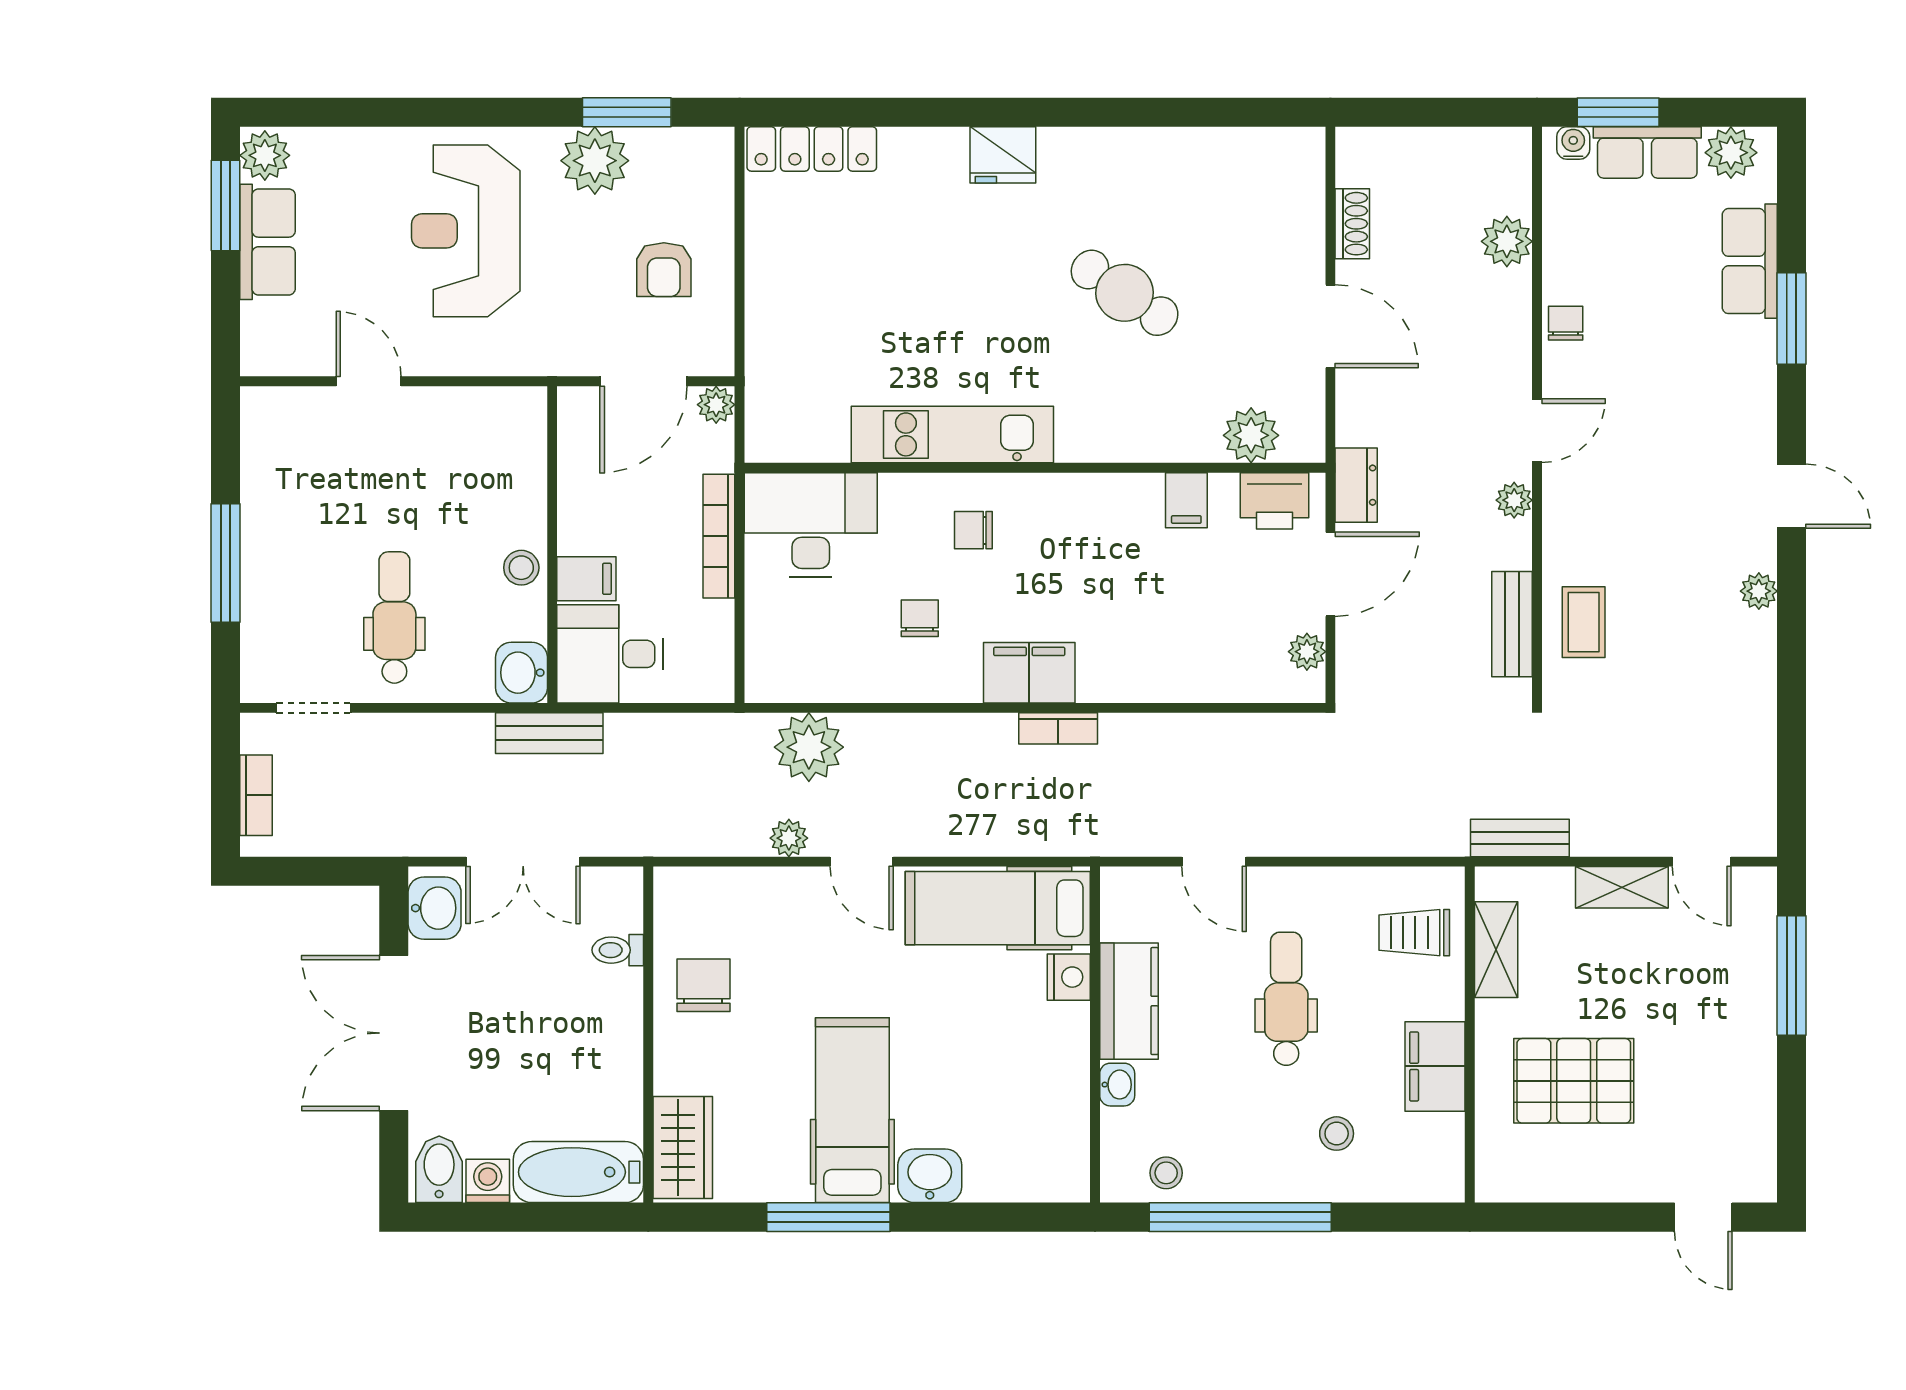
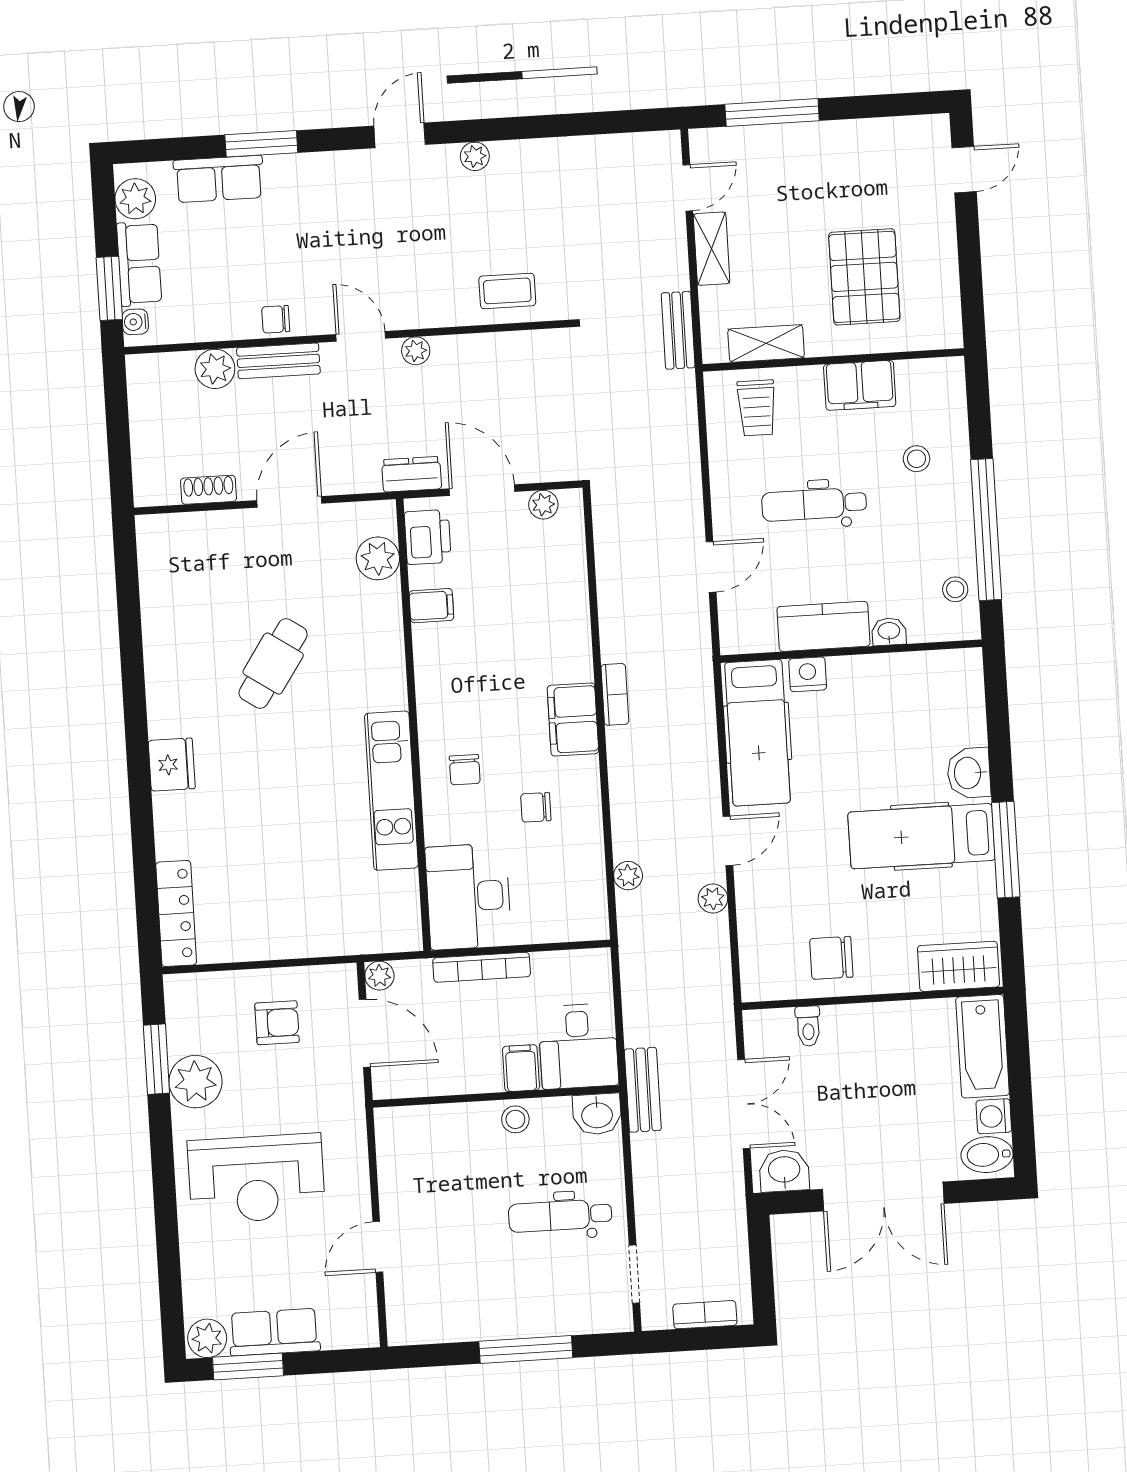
bench: (1512, 624) -> (278, 361), moved
plant: (809, 747) -> (628, 876), width x0.53, depth x0.53

